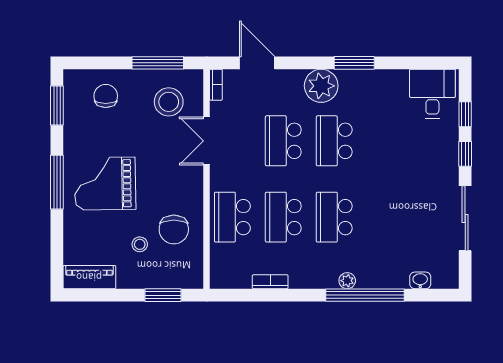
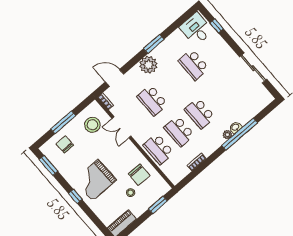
window: (158, 63) -> (63, 122), moved
school desk: (334, 141) -> (194, 65), moved
window: (465, 154) -> (231, 42), removed
window: (57, 182) -> (75, 196), width x0.46
washbasin: (420, 280) -> (235, 127), moved

